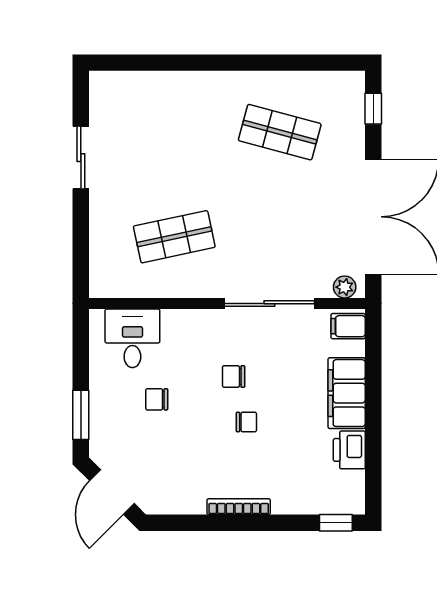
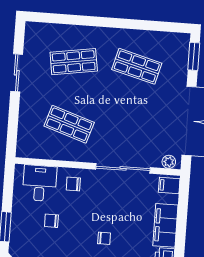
window: (373, 109) -> (194, 56), width x1.50
shop shelf: (174, 132) -> (74, 62), added
shop shelf: (174, 237) -> (69, 124), turned 30
chair: (234, 376) -> (73, 184), moved

